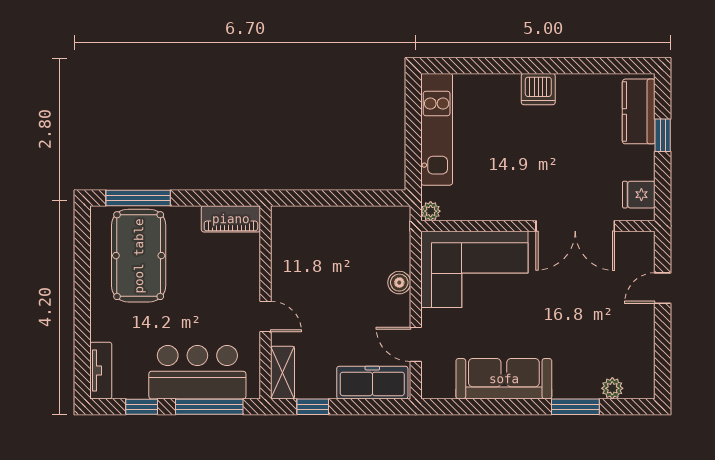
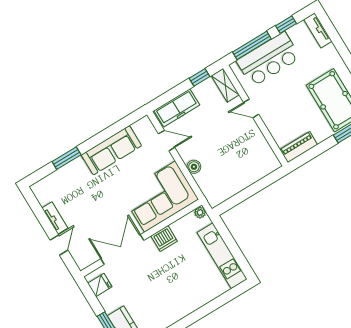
dishwasher: (538, 89) -> (164, 239), moved, turned 180
tv unit: (645, 331) -> (55, 218), added
plant: (612, 388) -> (54, 179), removed

